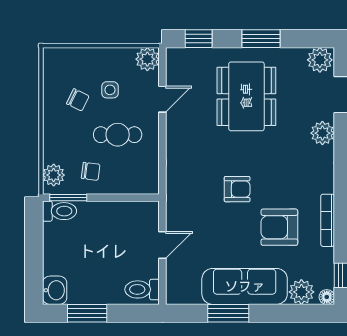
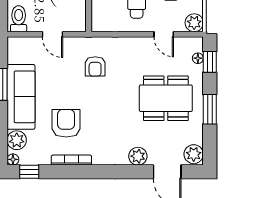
floor lamp: (194, 54) -> (198, 58), added
armchair: (237, 189) -> (95, 66), moved

